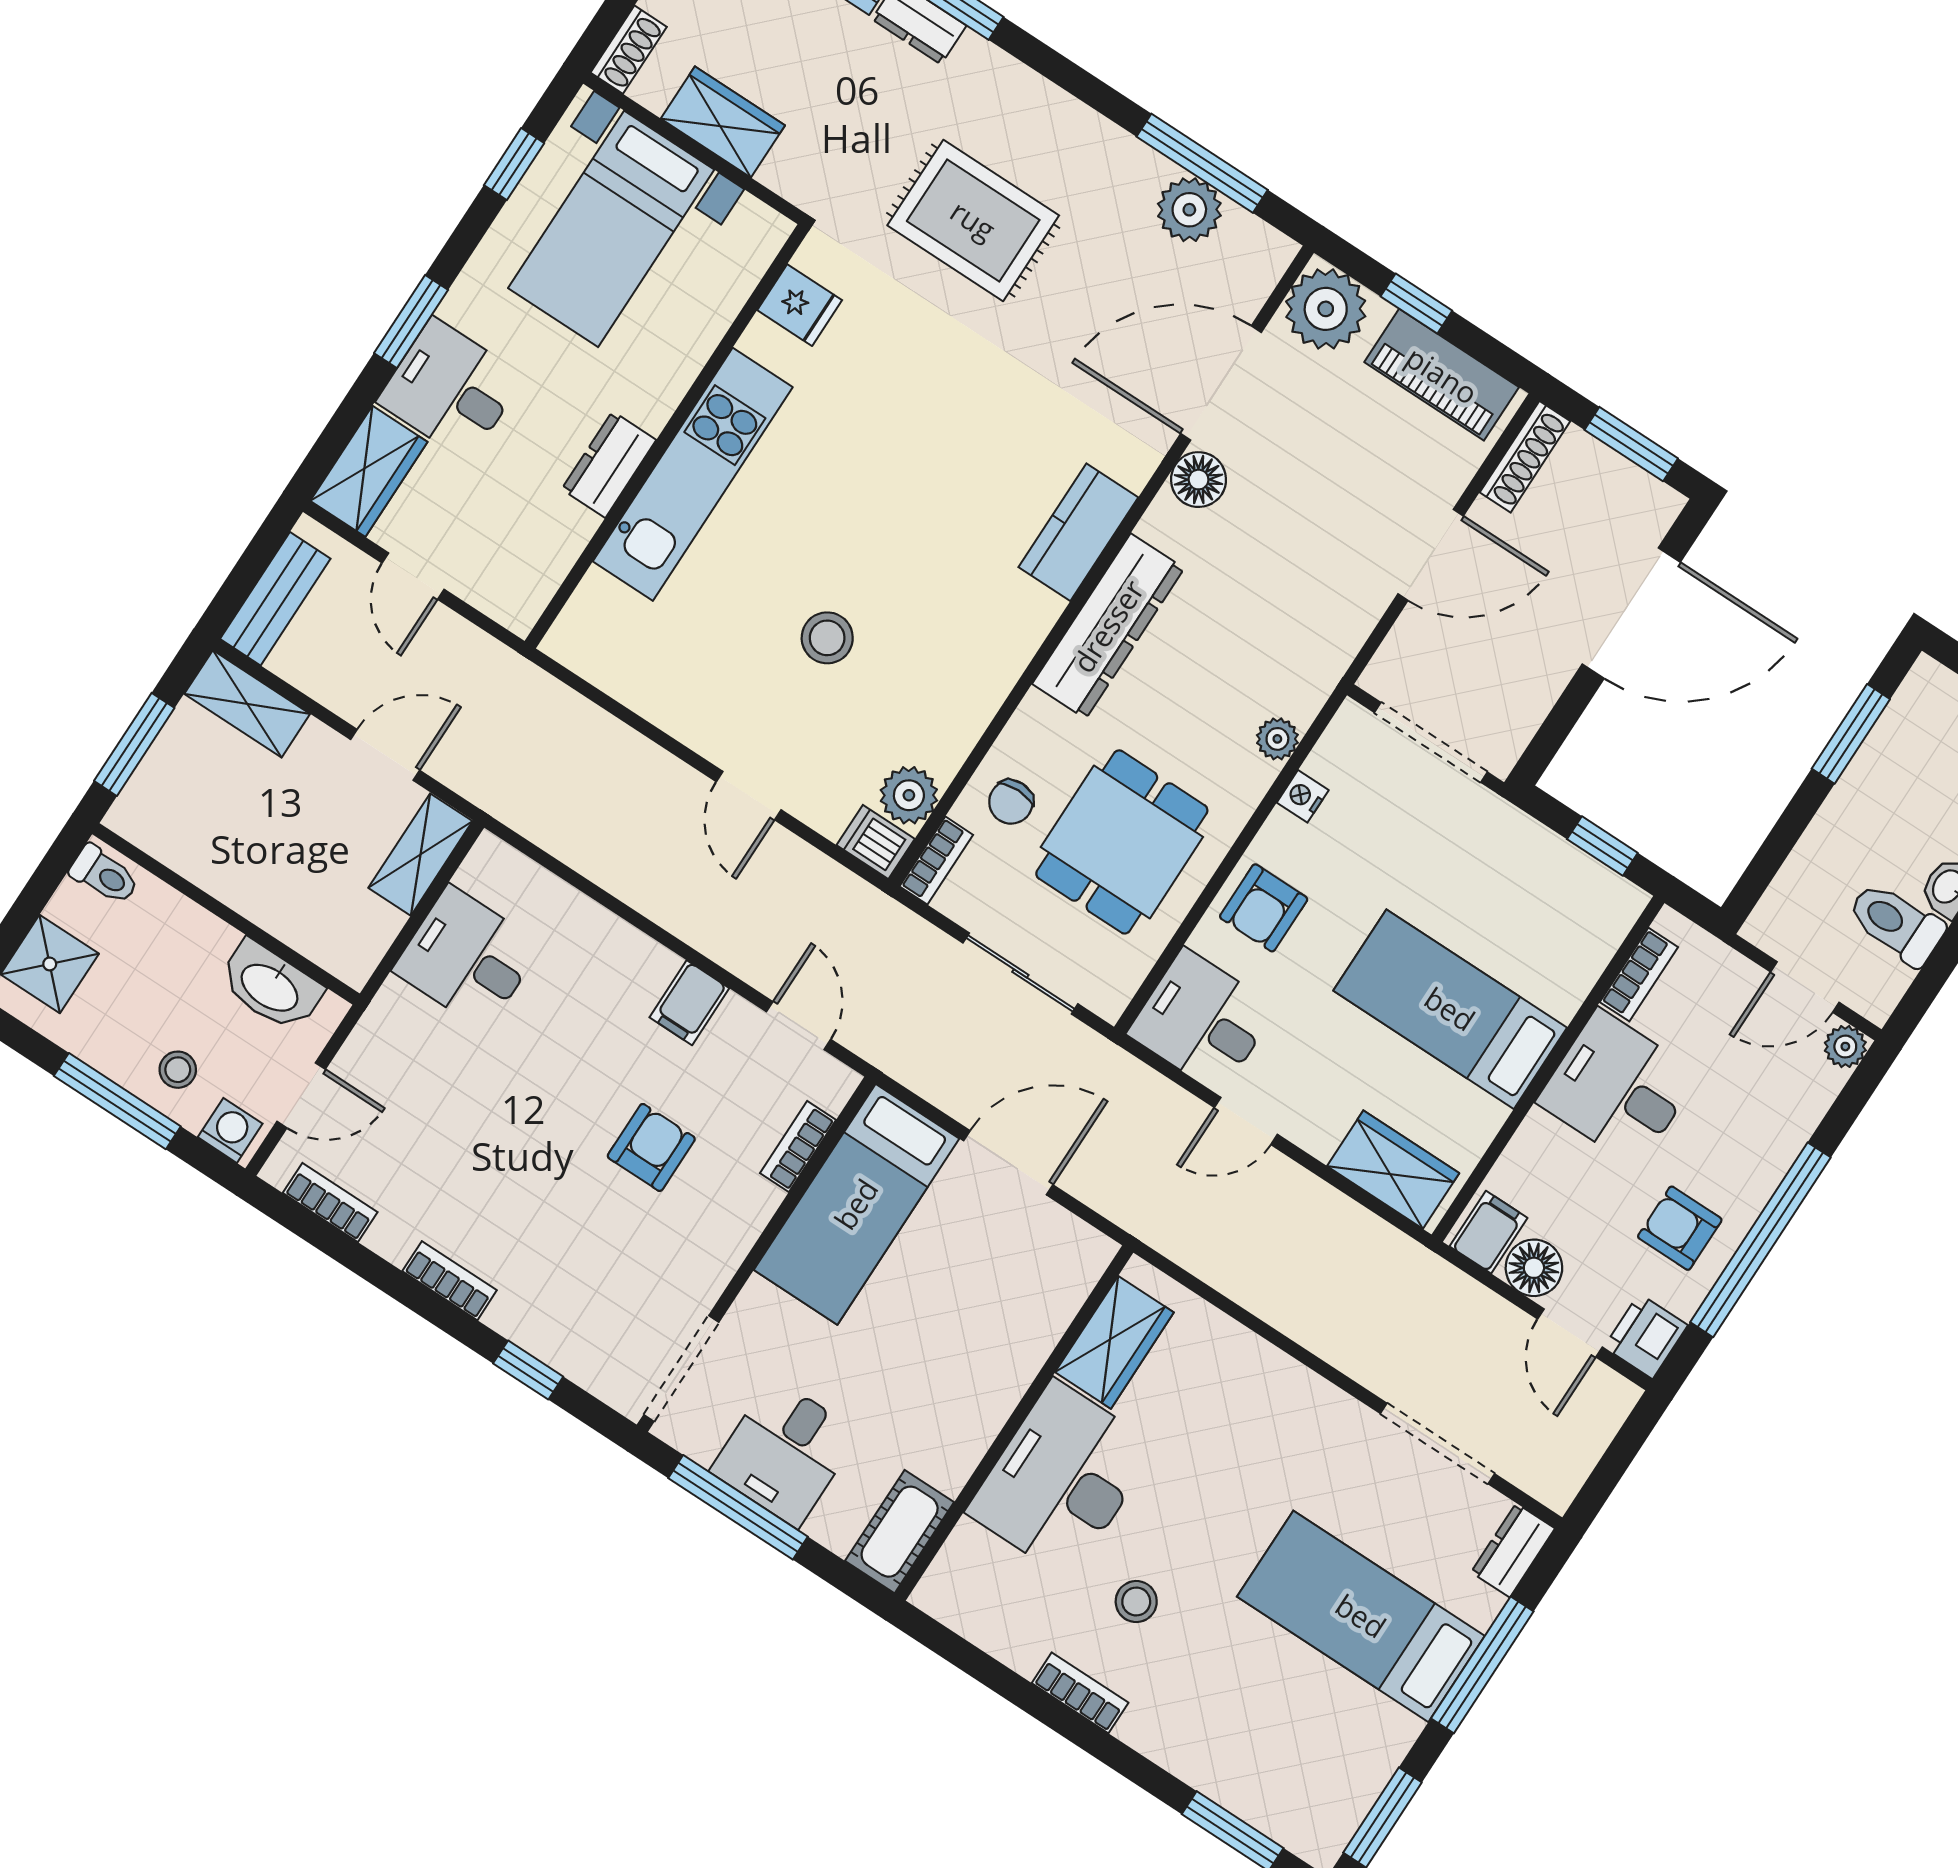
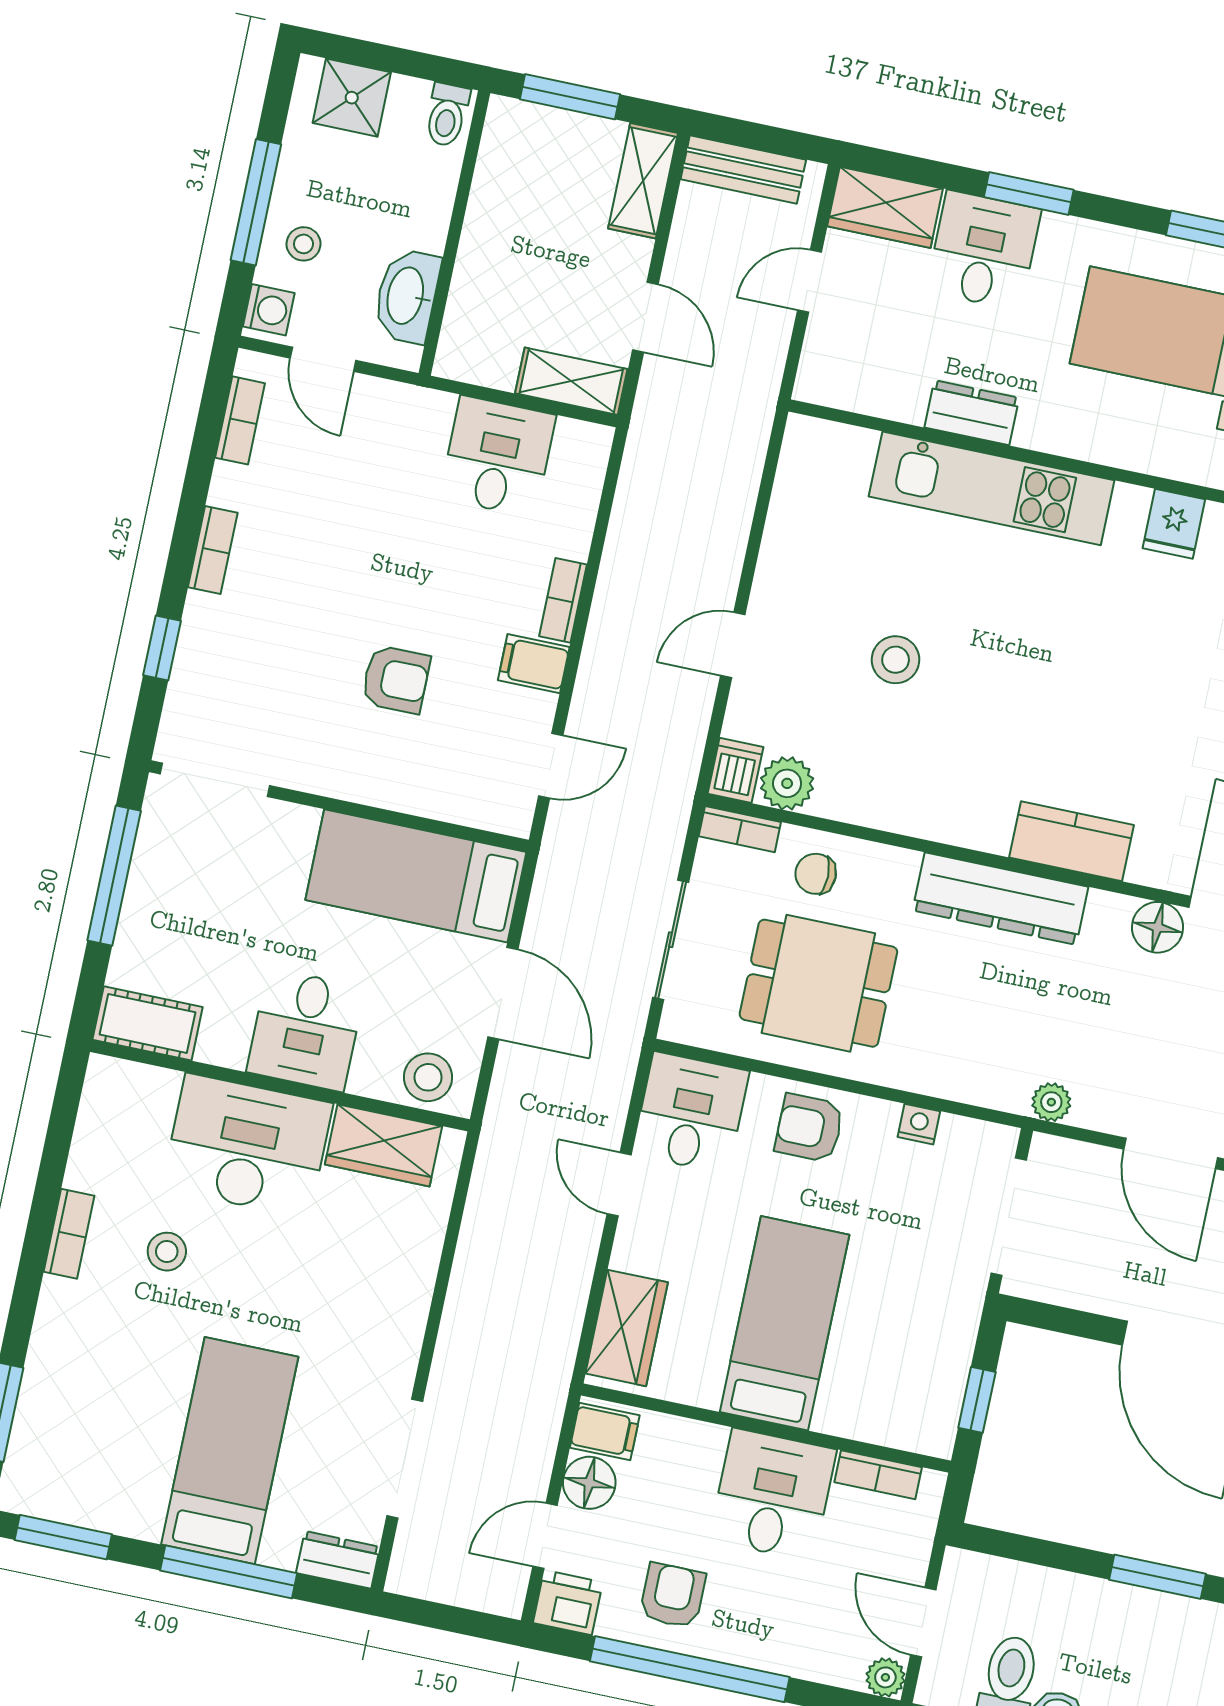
plant: (1277, 739) -> (1051, 1102), moved
bookcase: (798, 1147) -> (563, 600), moved, turned -90
stool: (1064, 1271) -> (428, 1077), added
desk: (785, 1452) -> (306, 1030), moved, turned -90

